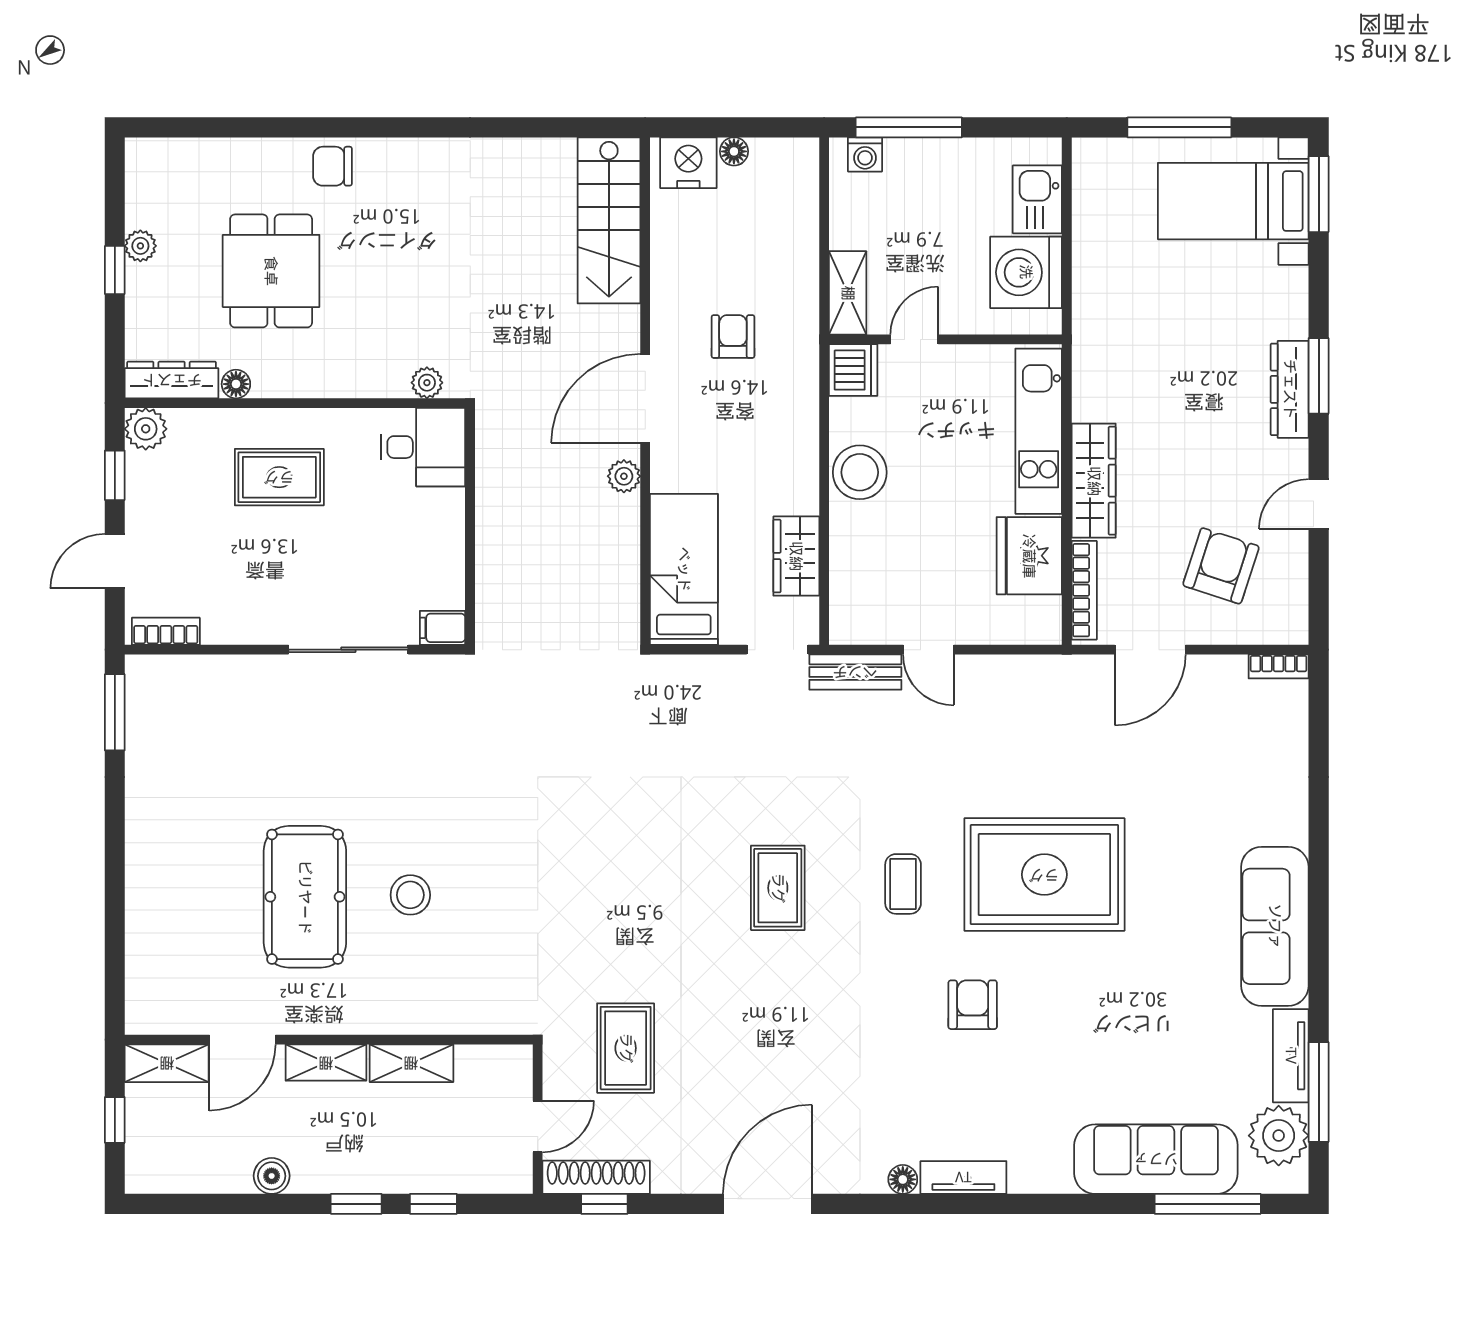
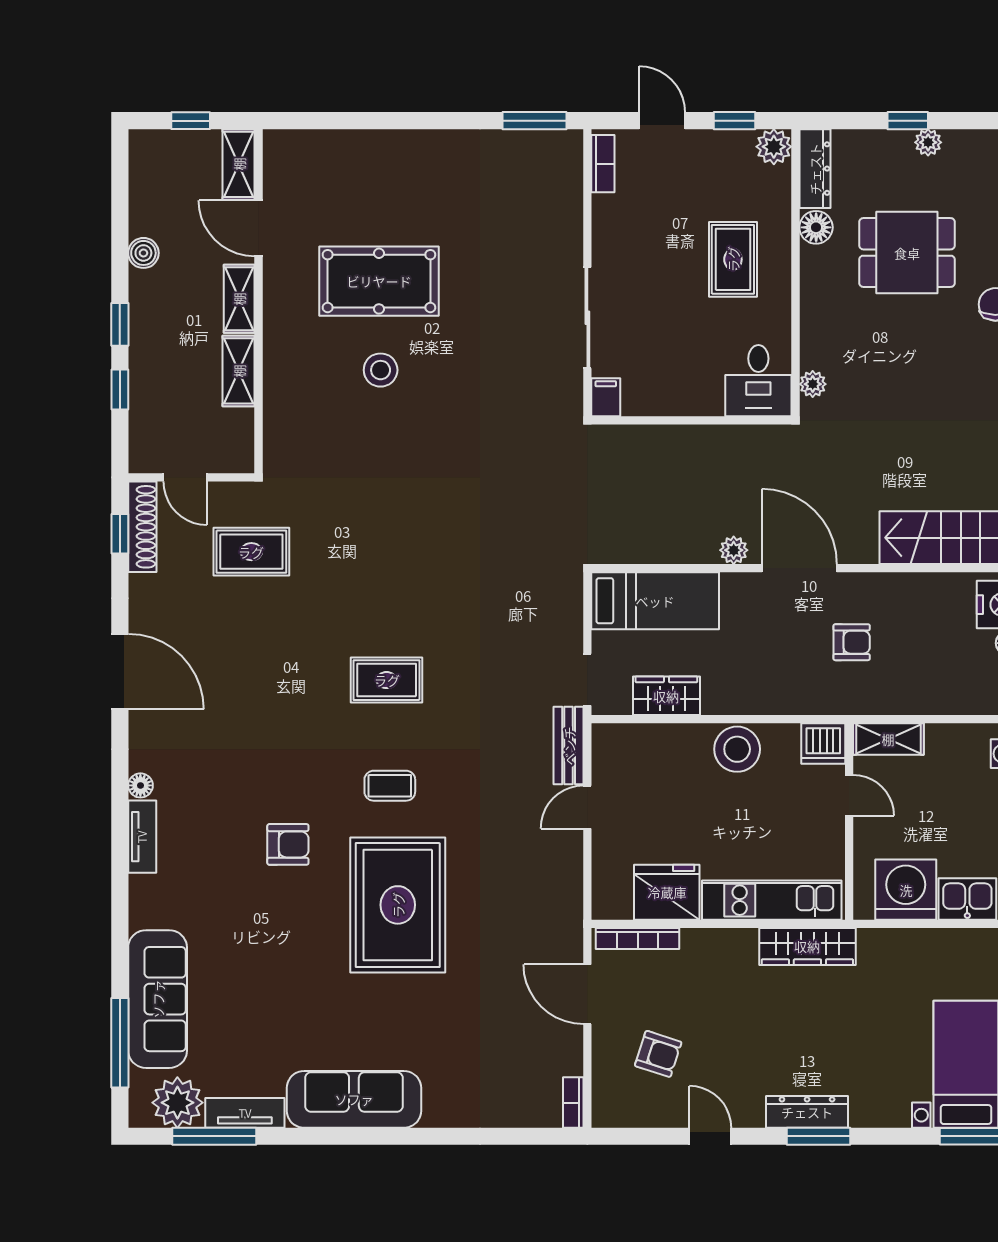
floor lamp: (236, 384) -> (816, 227), width x1.37, depth x1.37
wardrobe: (1094, 481) -> (807, 946), moved
armchair: (1221, 566) -> (658, 1054), width x0.72, depth x0.72

